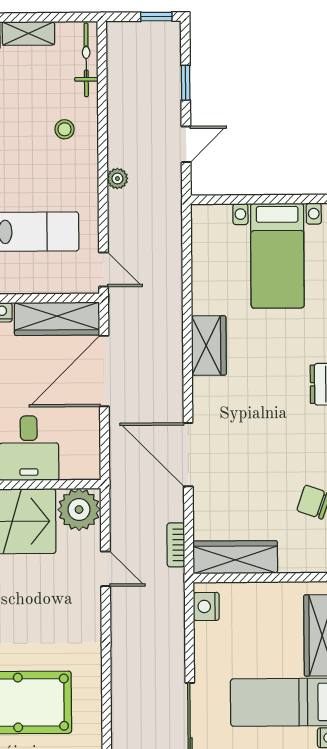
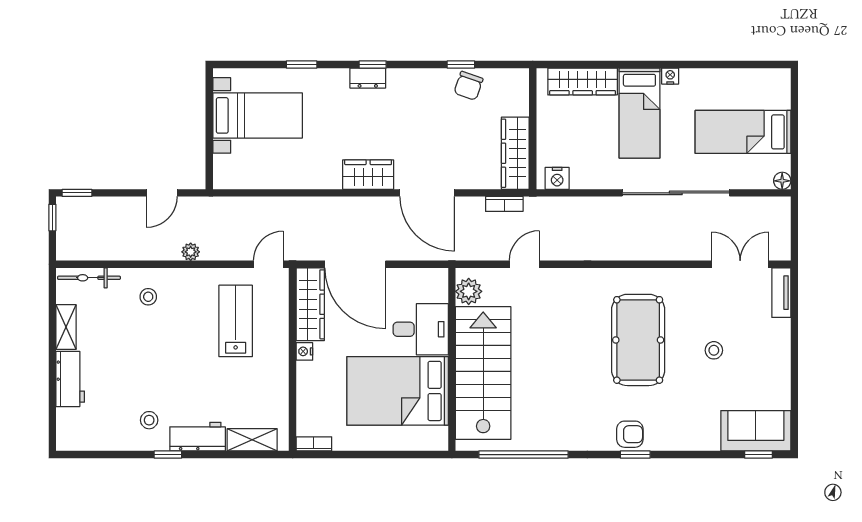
window: (186, 83) -> (77, 193), moved
door: (186, 144) -> (162, 193), swing flipped
wardrobe: (209, 346) -> (368, 175), moved
door: (188, 455) -> (427, 193), hinge flipped
plant: (79, 510) -> (469, 291), width x0.73, depth x0.73

